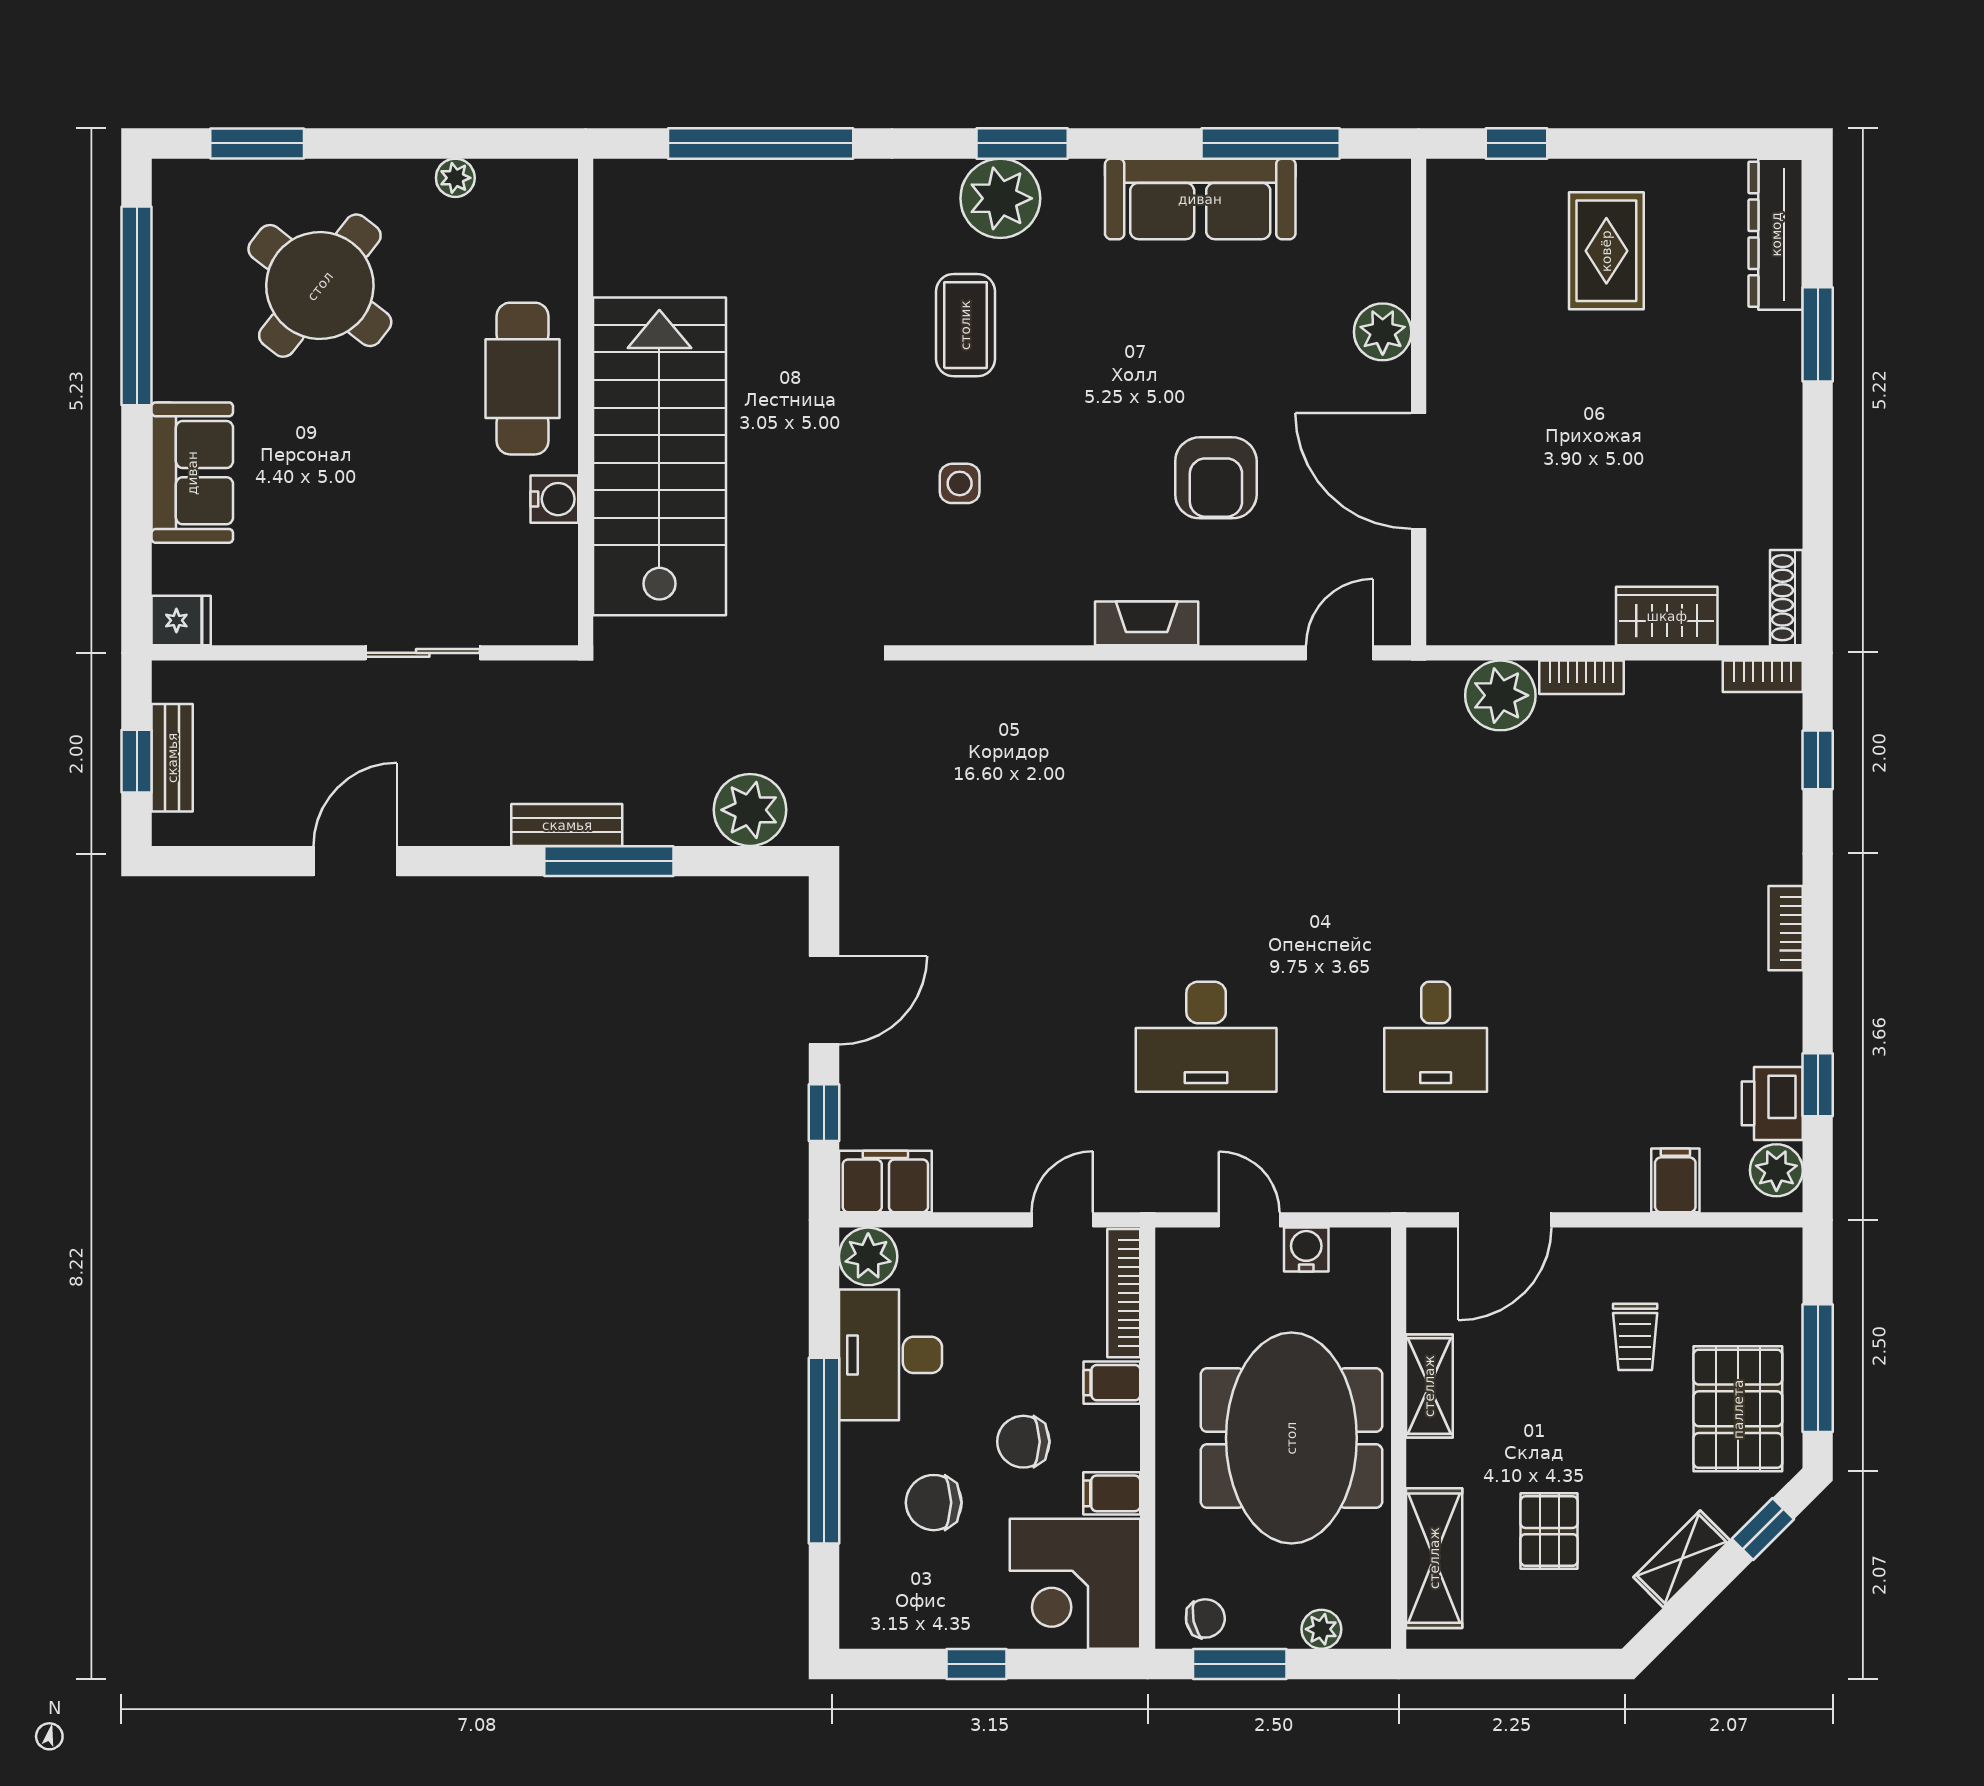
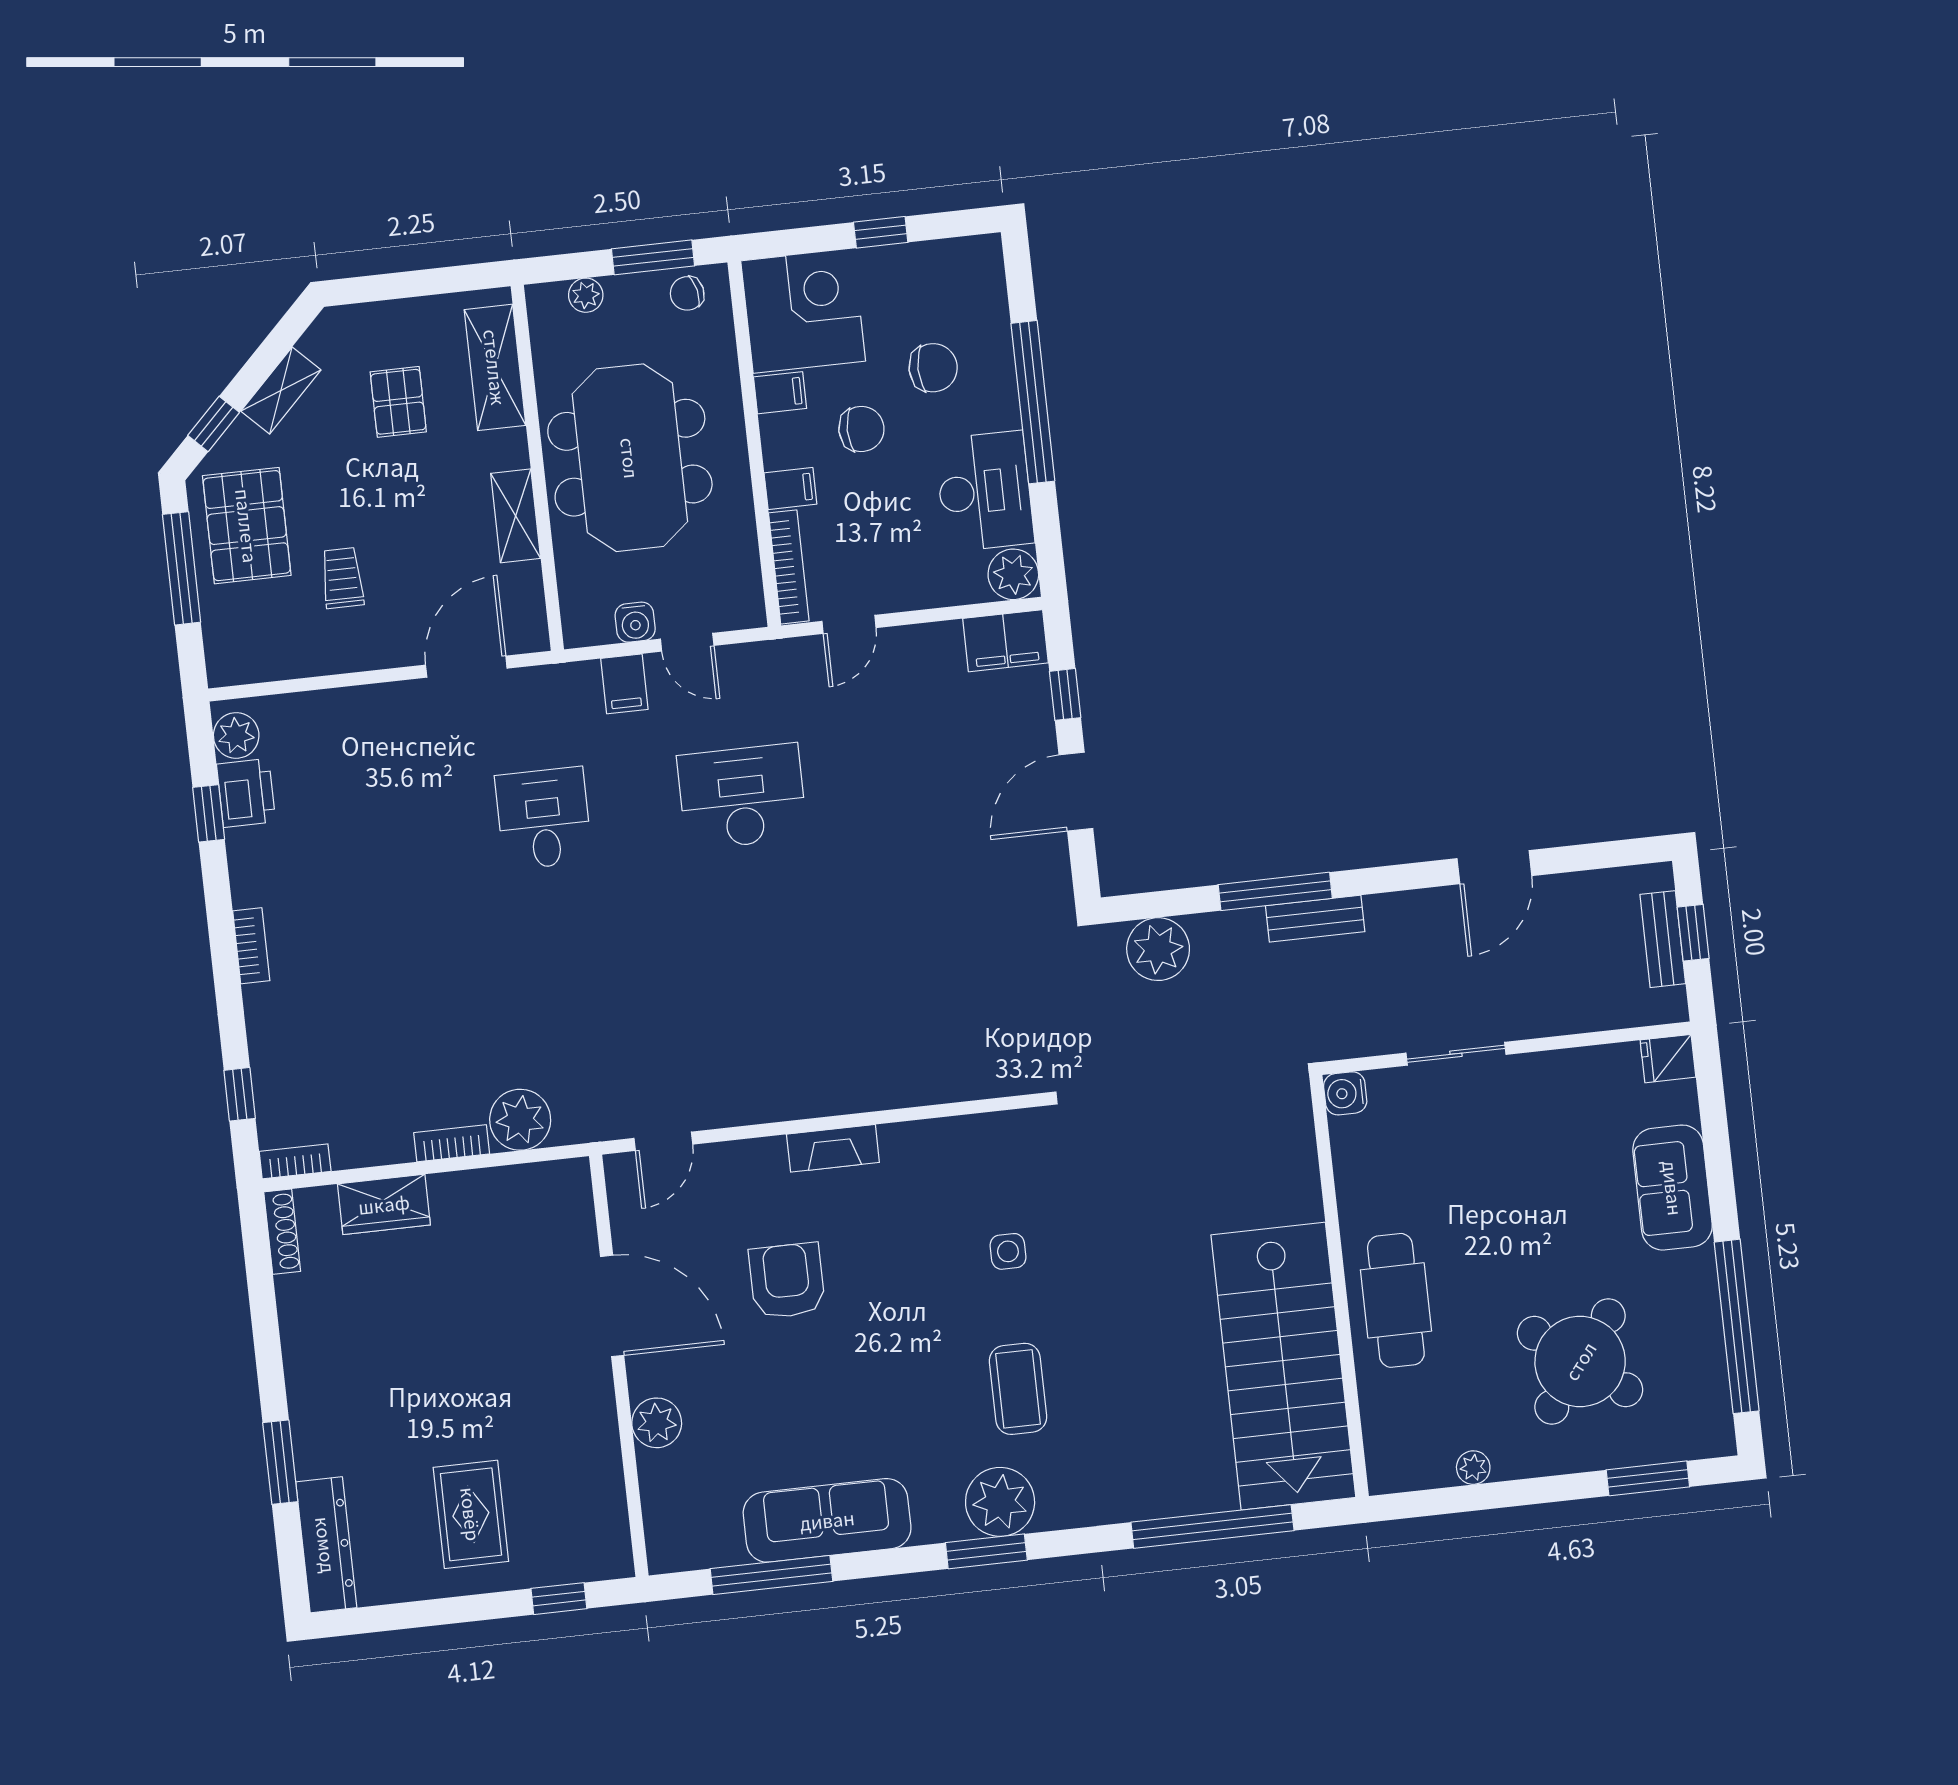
stairs: (659, 456) -> (1283, 1366), moved
water cooler: (554, 499) -> (1345, 1093), moved
filing cabinet: (1675, 1180) -> (624, 684), moved

